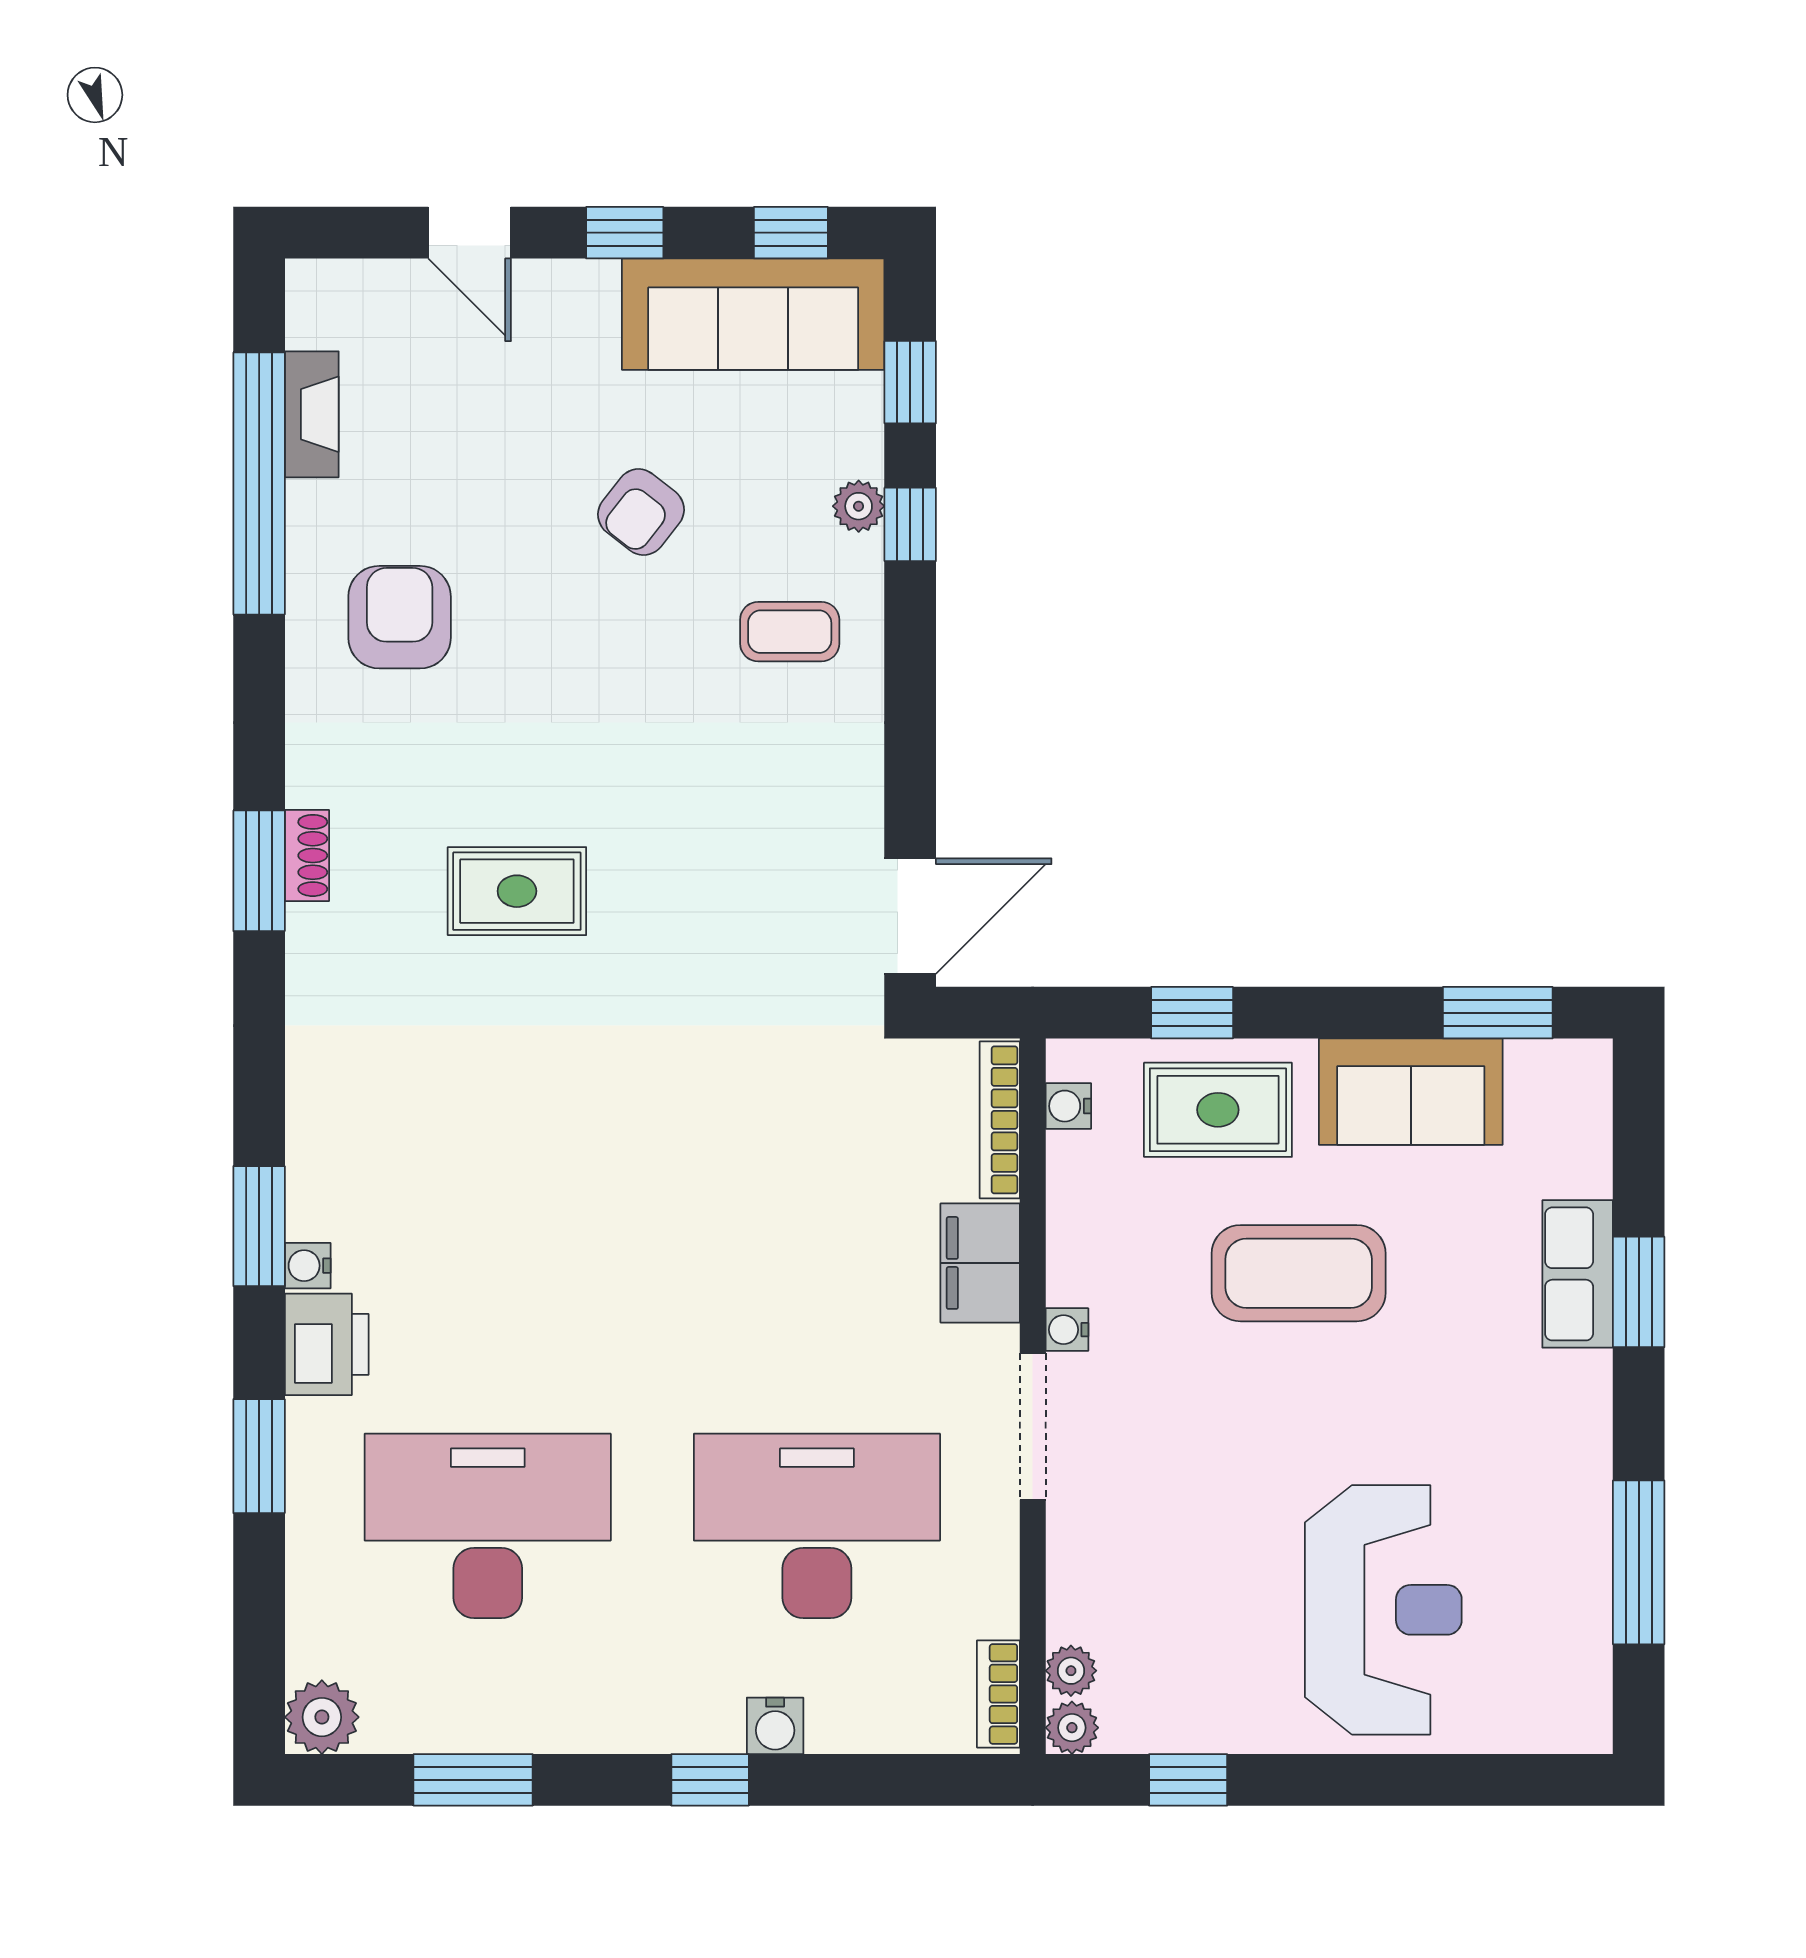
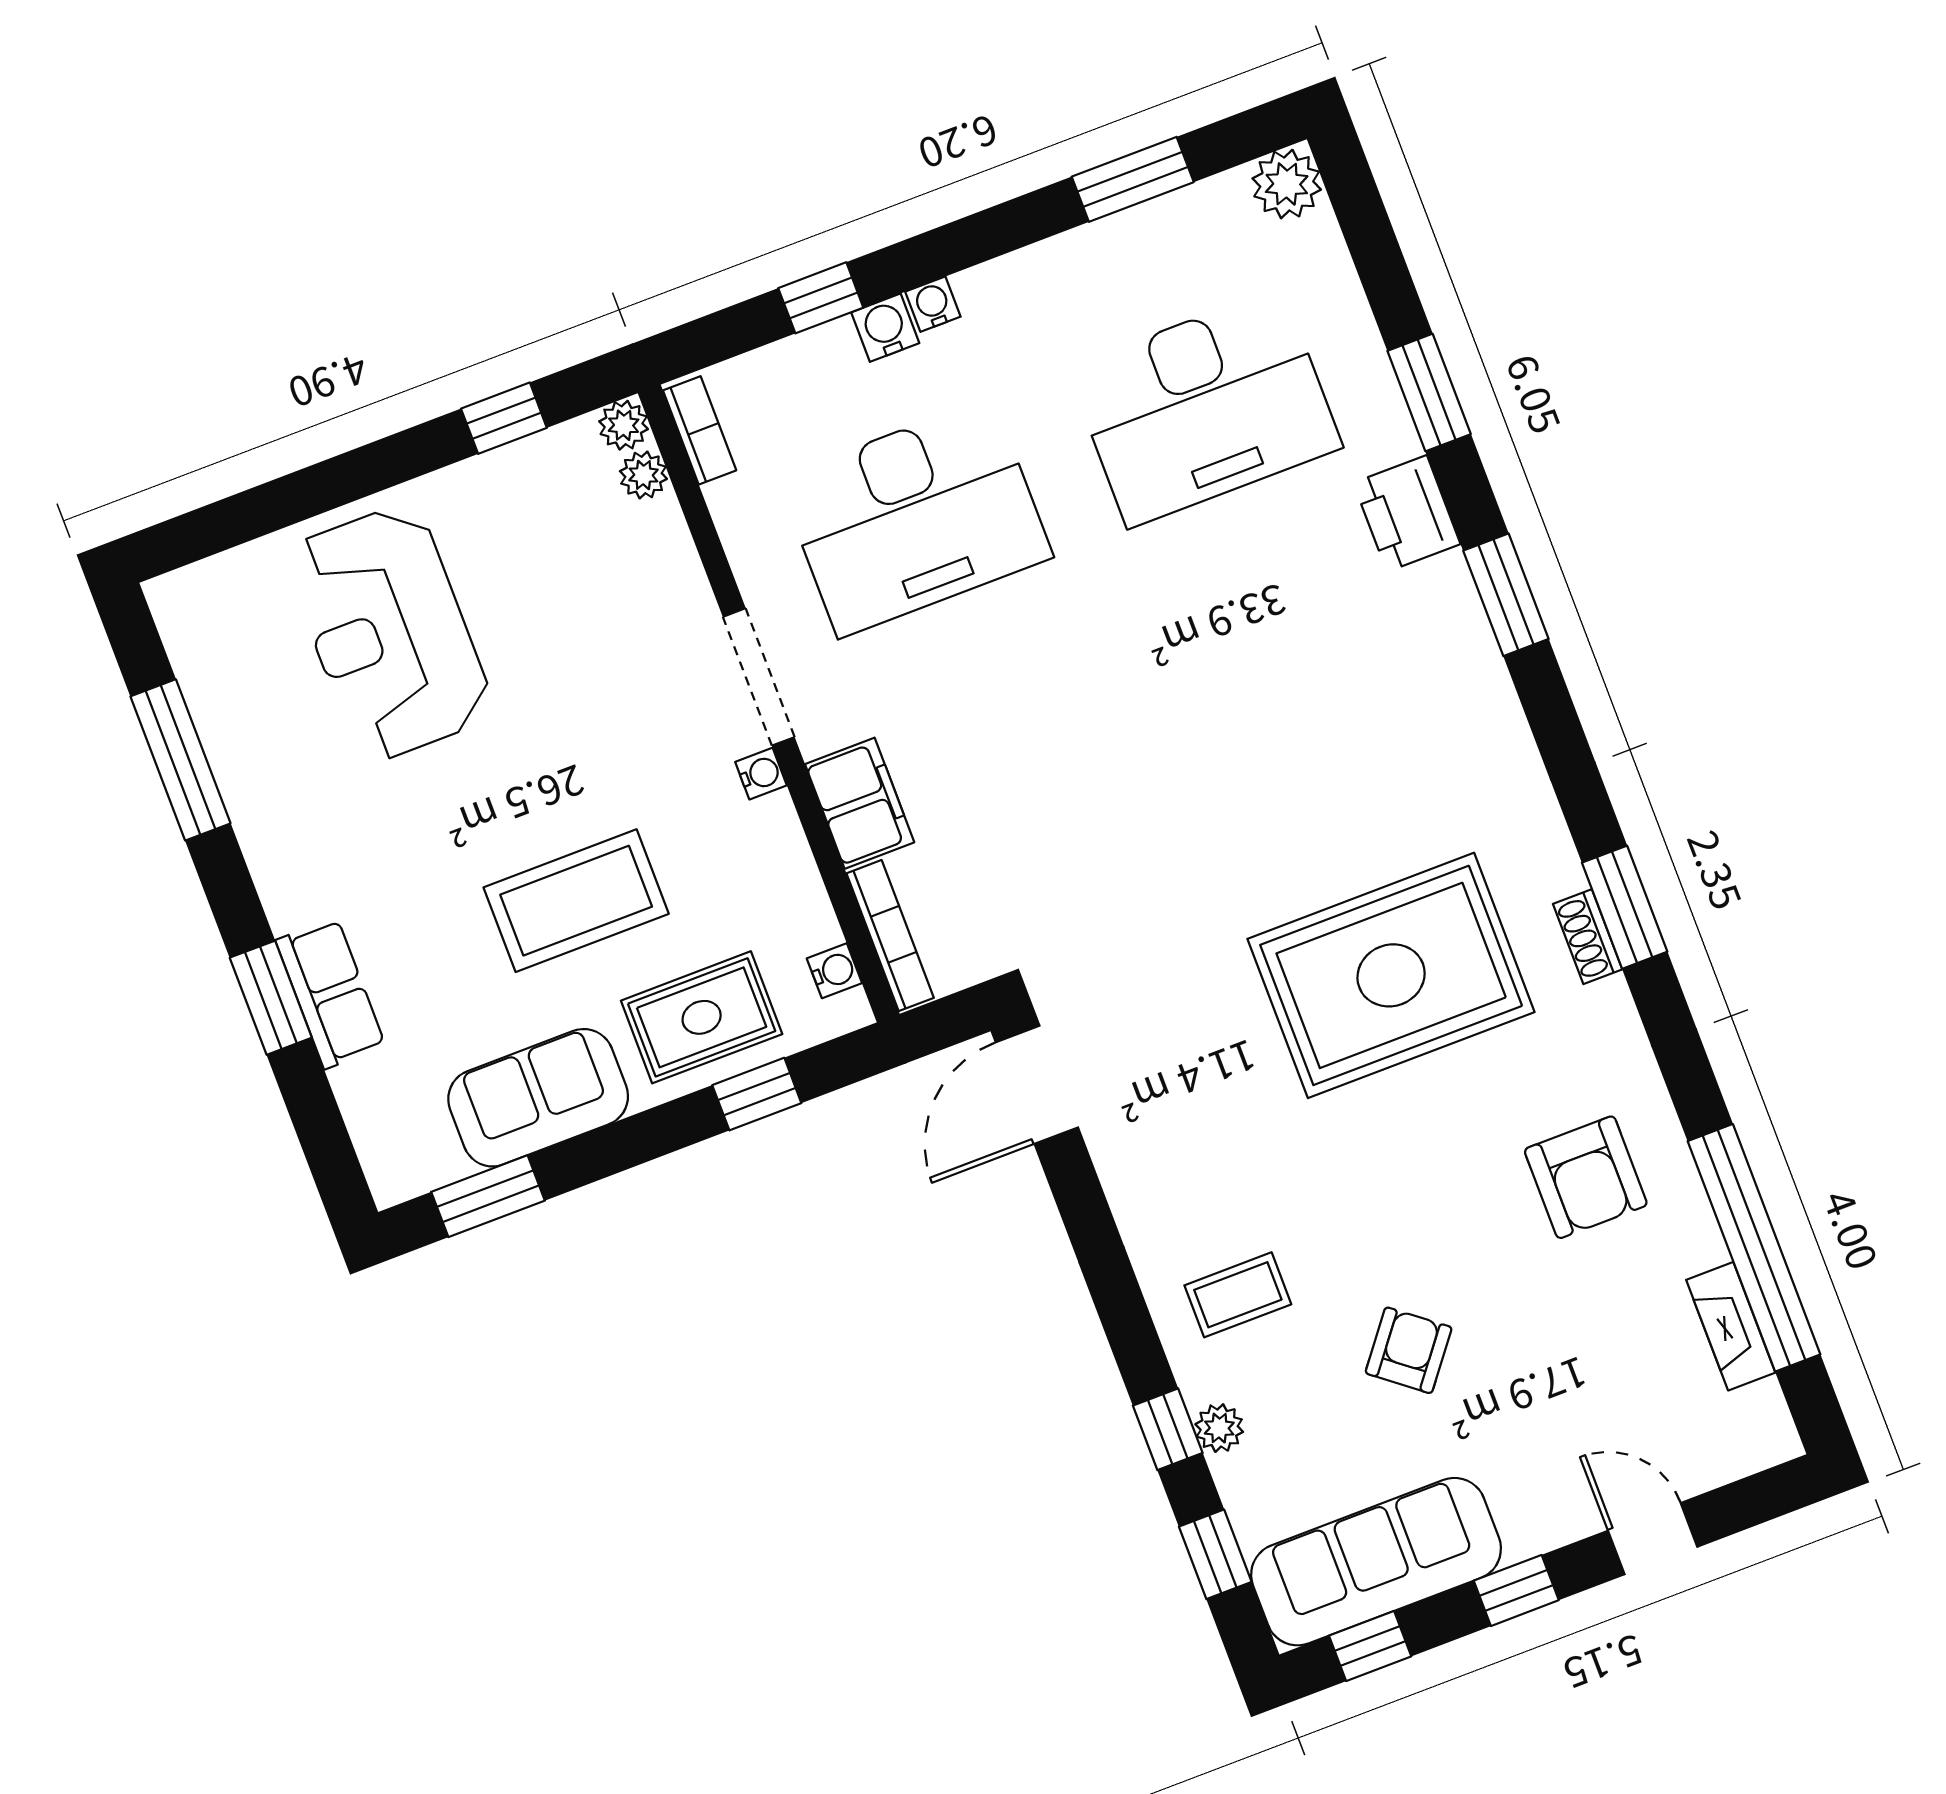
rug: (517, 891) -> (1391, 975), width x1.86, depth x2.06
water cooler: (308, 1266) -> (933, 304), moved, turned -90
window: (710, 1780) -> (821, 298), moved

